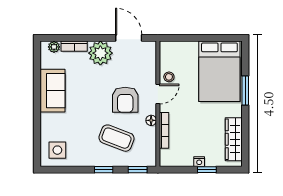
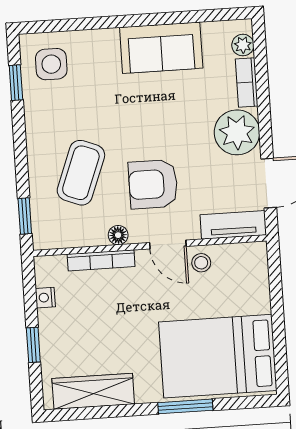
tv unit: (150, 58) -> (233, 225), added
nightstand: (199, 162) -> (45, 298), moved
window: (104, 170) -> (16, 83), moved

